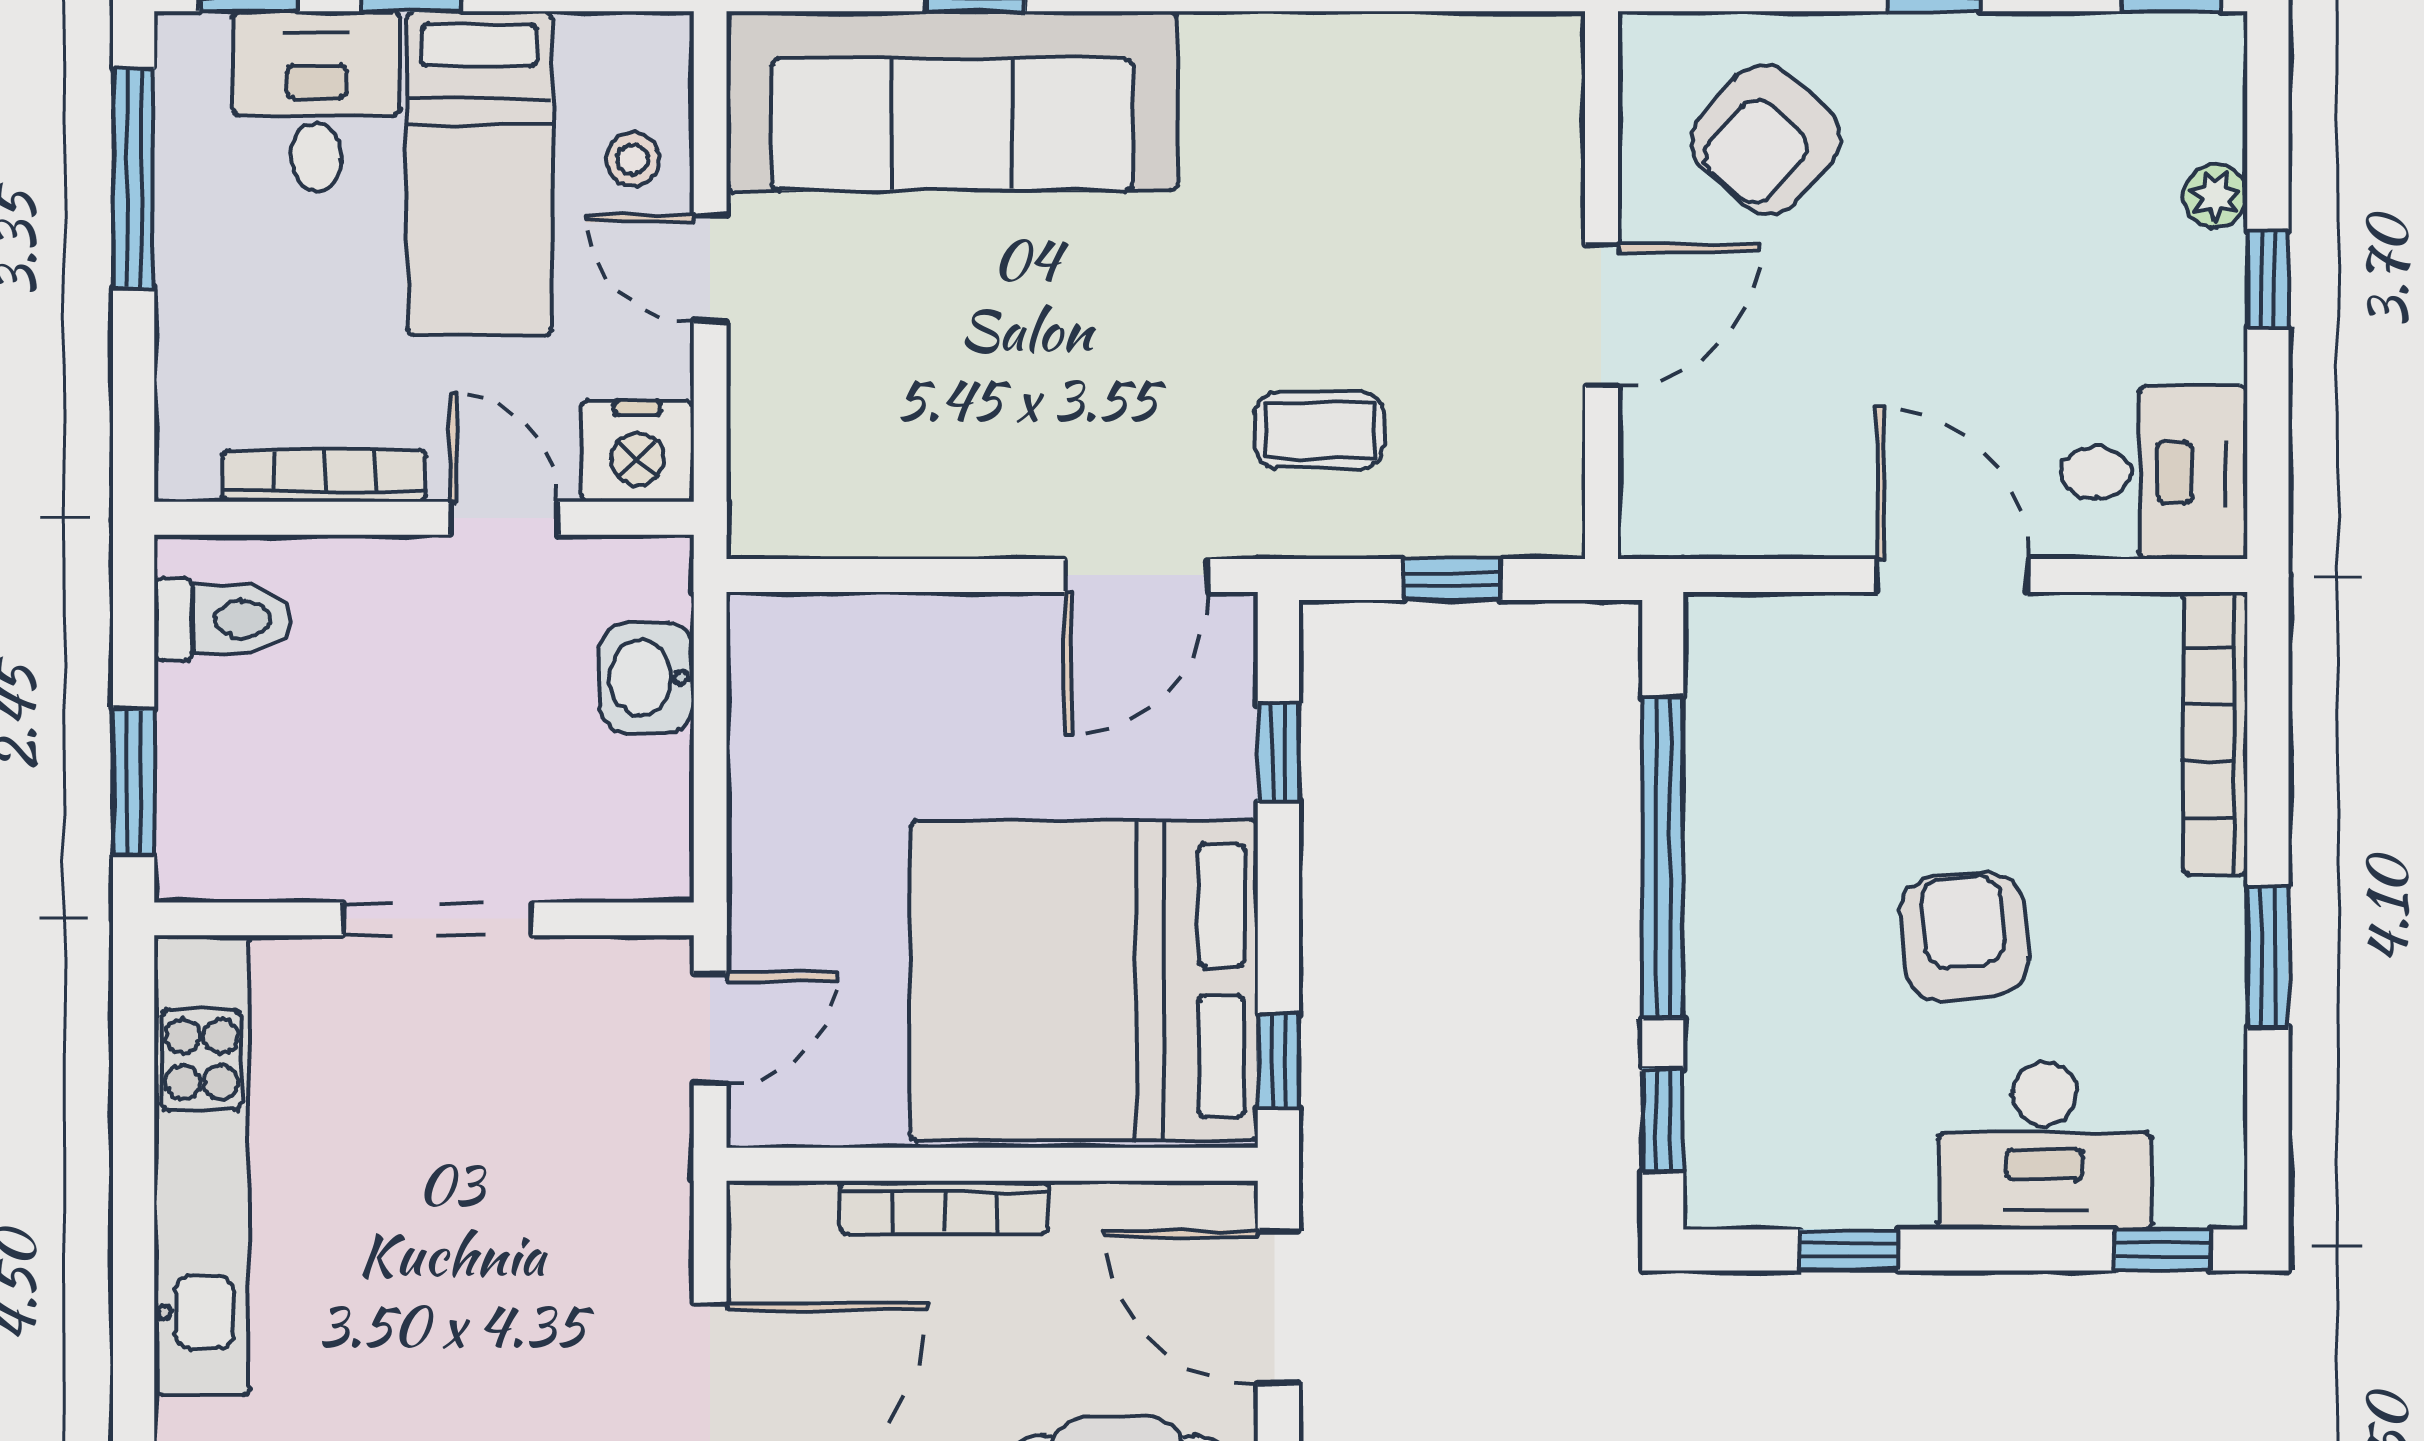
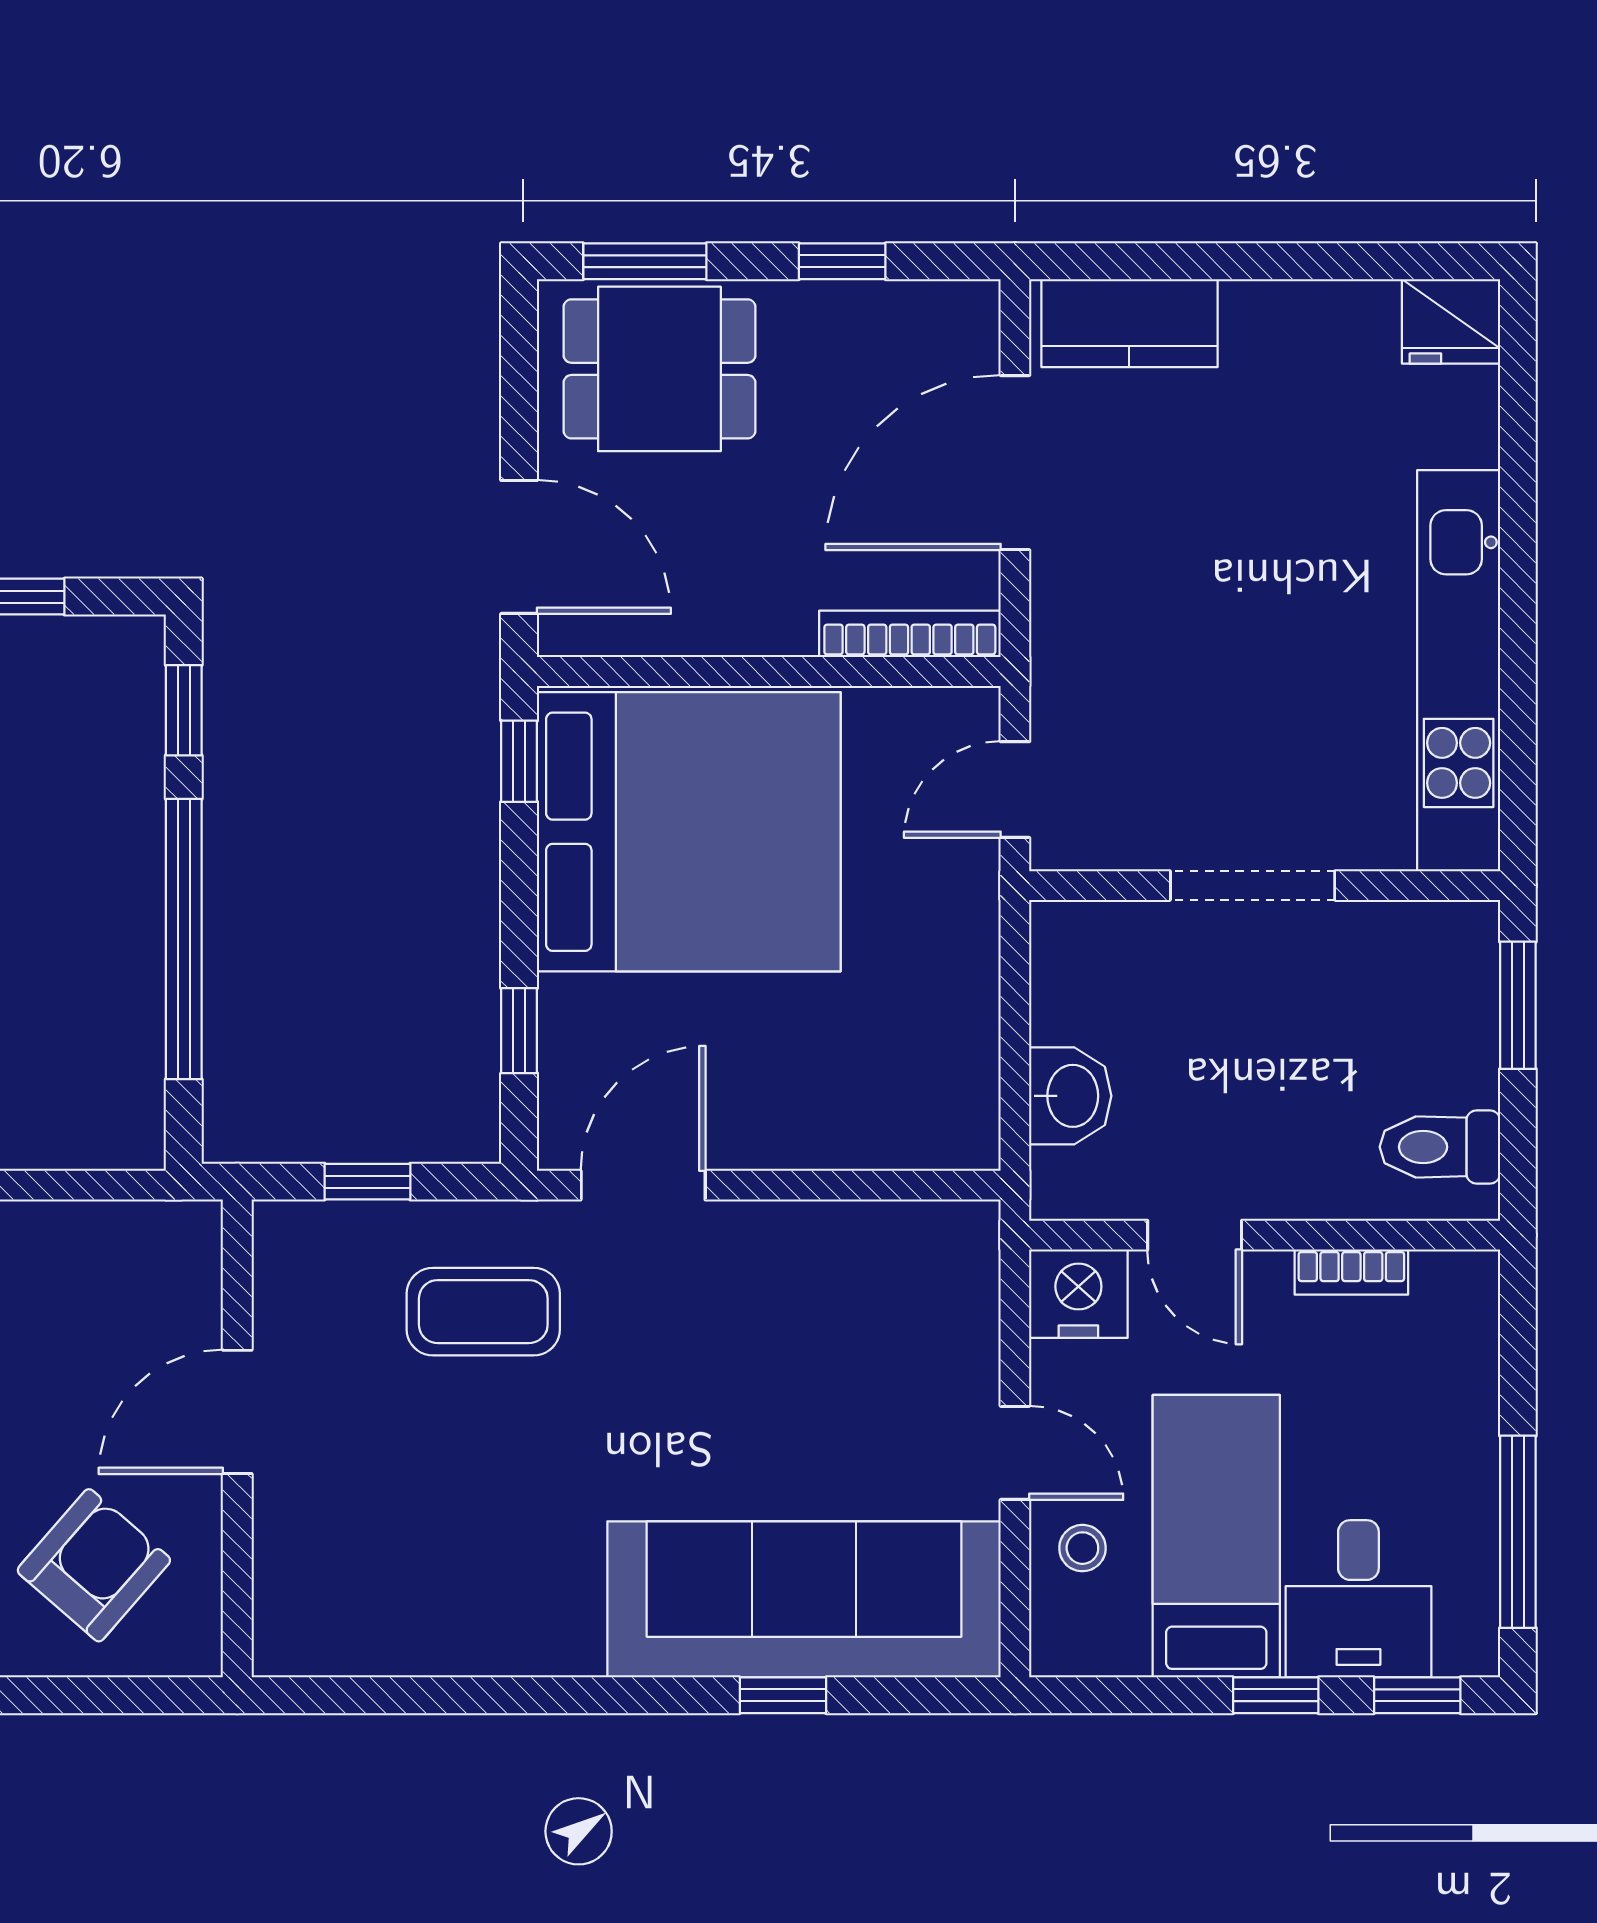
coffee table: (1319, 431) -> (483, 1312), width x1.36, depth x1.30
bookcase: (325, 476) -> (1351, 1272), width x0.64
bookcase: (944, 1207) -> (910, 634), moved

